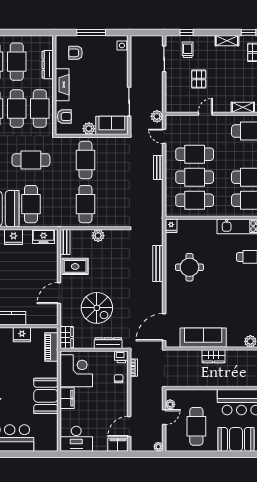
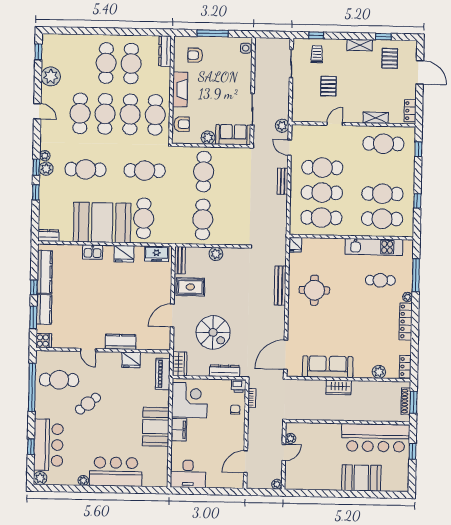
dresser: (48, 65) -> (165, 51), moved
cafe table: (196, 426) -> (319, 463), removed
filing cabinet: (118, 445) -> (233, 481), removed

